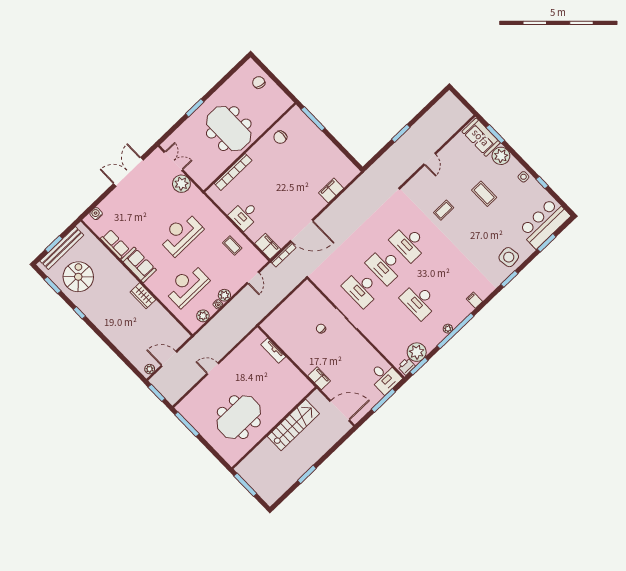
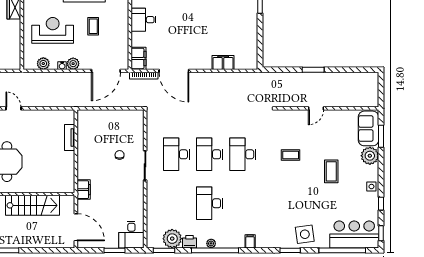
window: (563, 204) -> (381, 233), added
window: (547, 243) -> (342, 250), width x2.11
coffee table: (232, 245) -> (93, 26), moved
door: (253, 278) -> (106, 71), width x1.87
printer: (406, 366) -> (189, 242), moved
window: (383, 401) -> (114, 250), width x0.69

